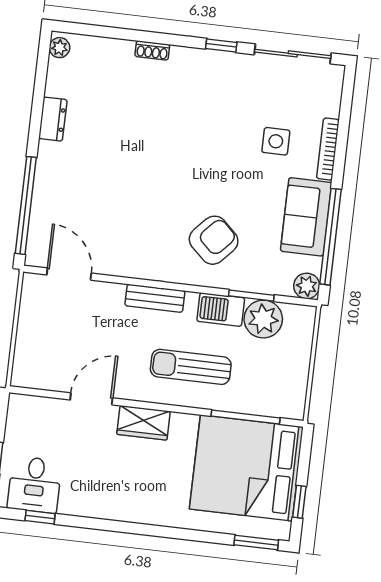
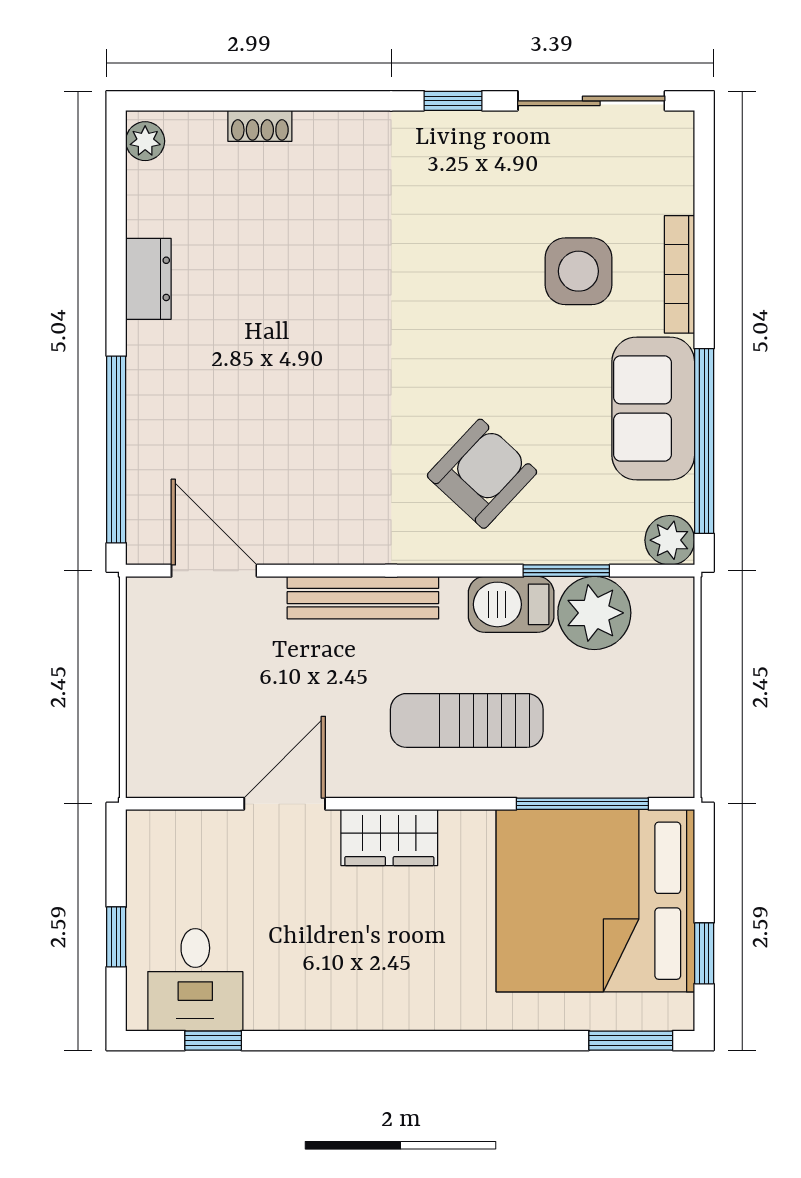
shoe rack: (152, 50) -> (260, 126), moved
side table: (276, 141) -> (578, 271), width x1.37, depth x1.37
bench: (155, 298) -> (363, 598), width x1.36

